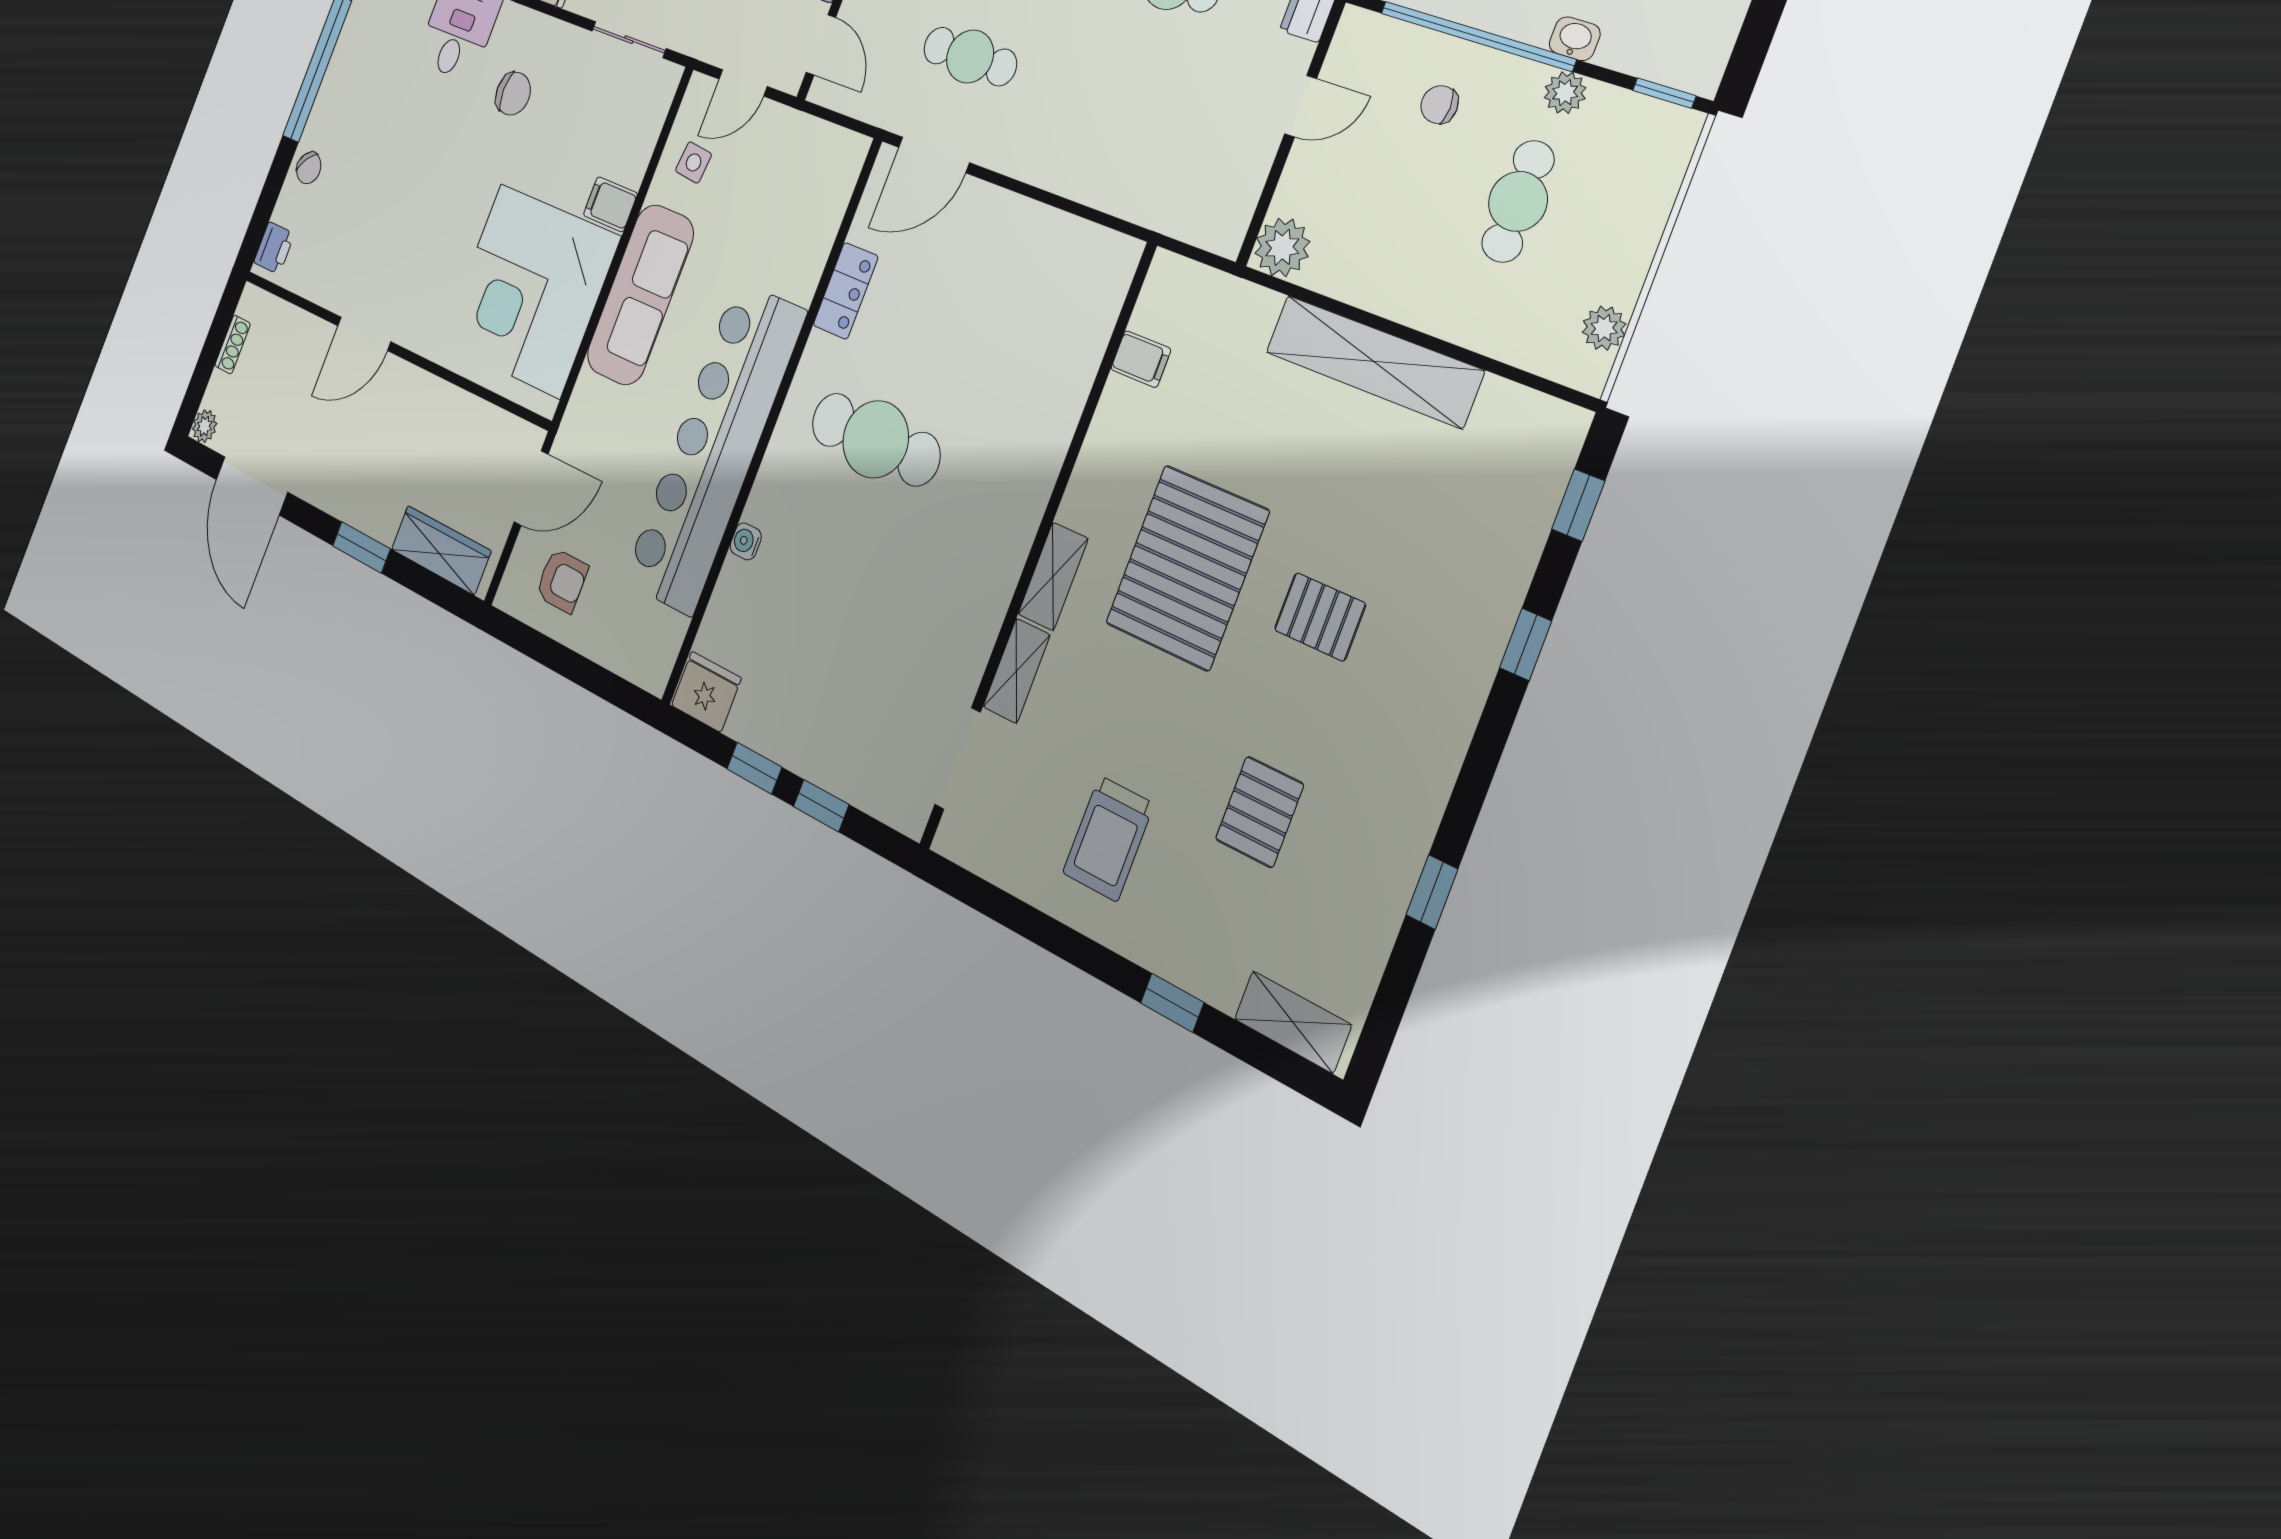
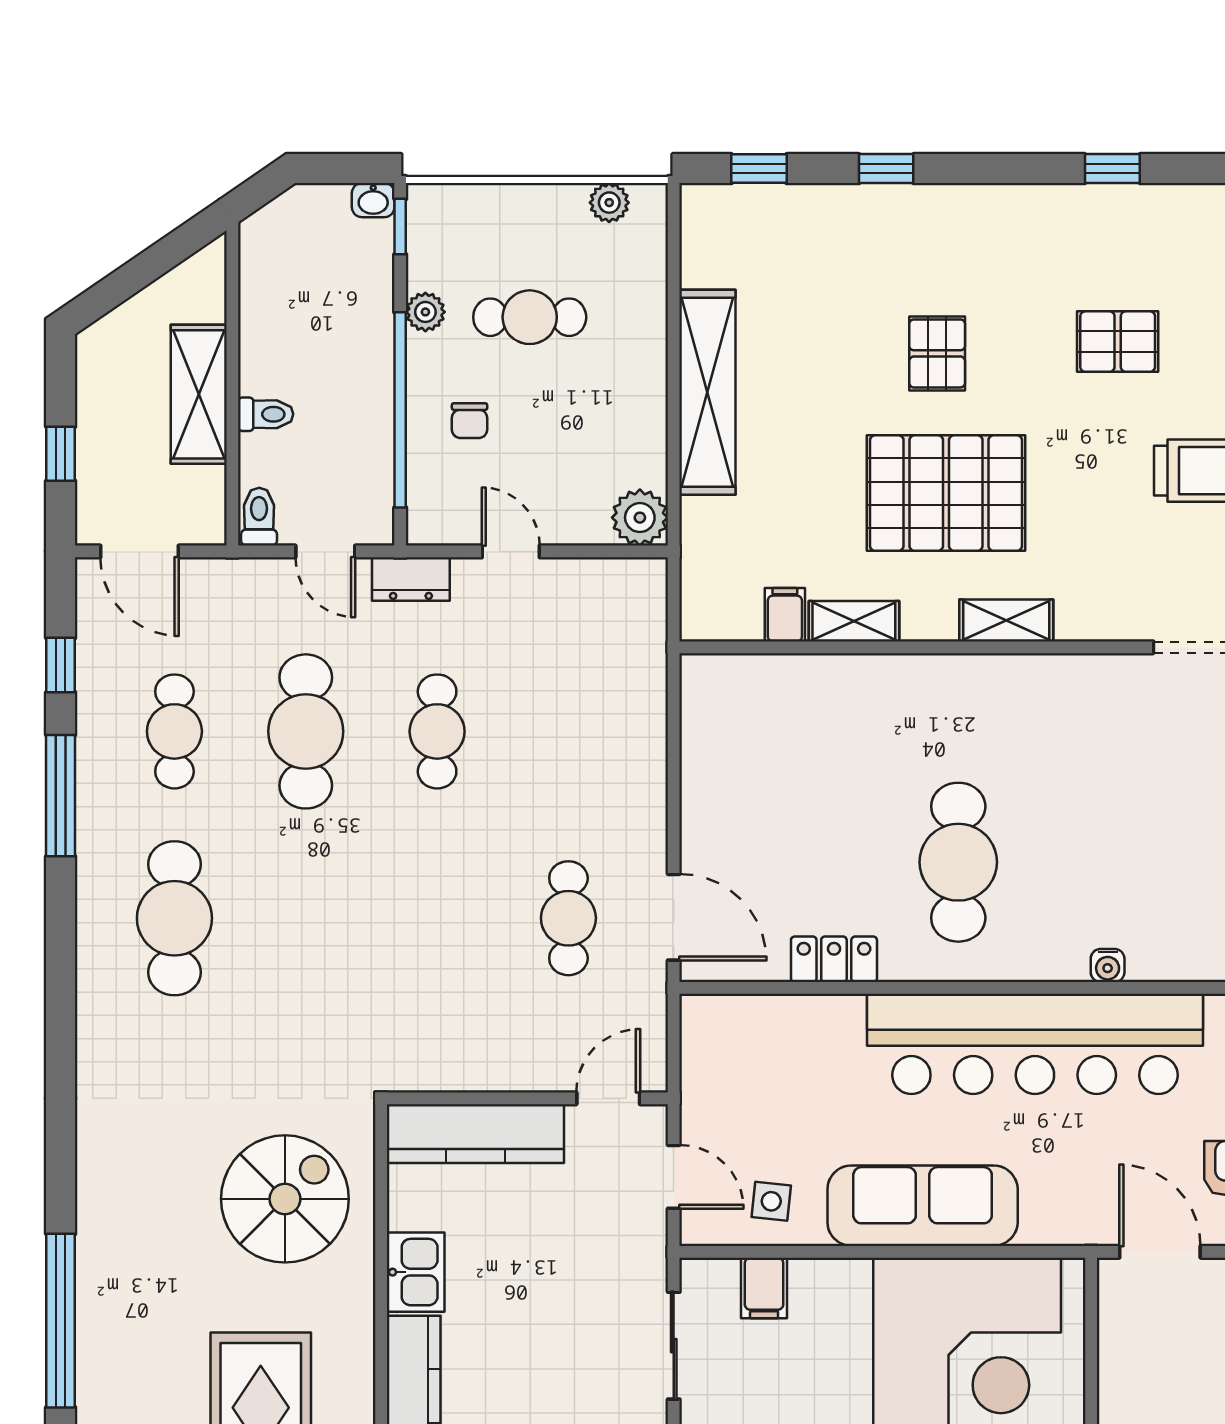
washbasin: (1575, 39) -> (373, 200), moved, turned -90
filing cabinet: (610, 204) -> (764, 1288), moved
shelving: (1017, 671) -> (854, 621), moved

